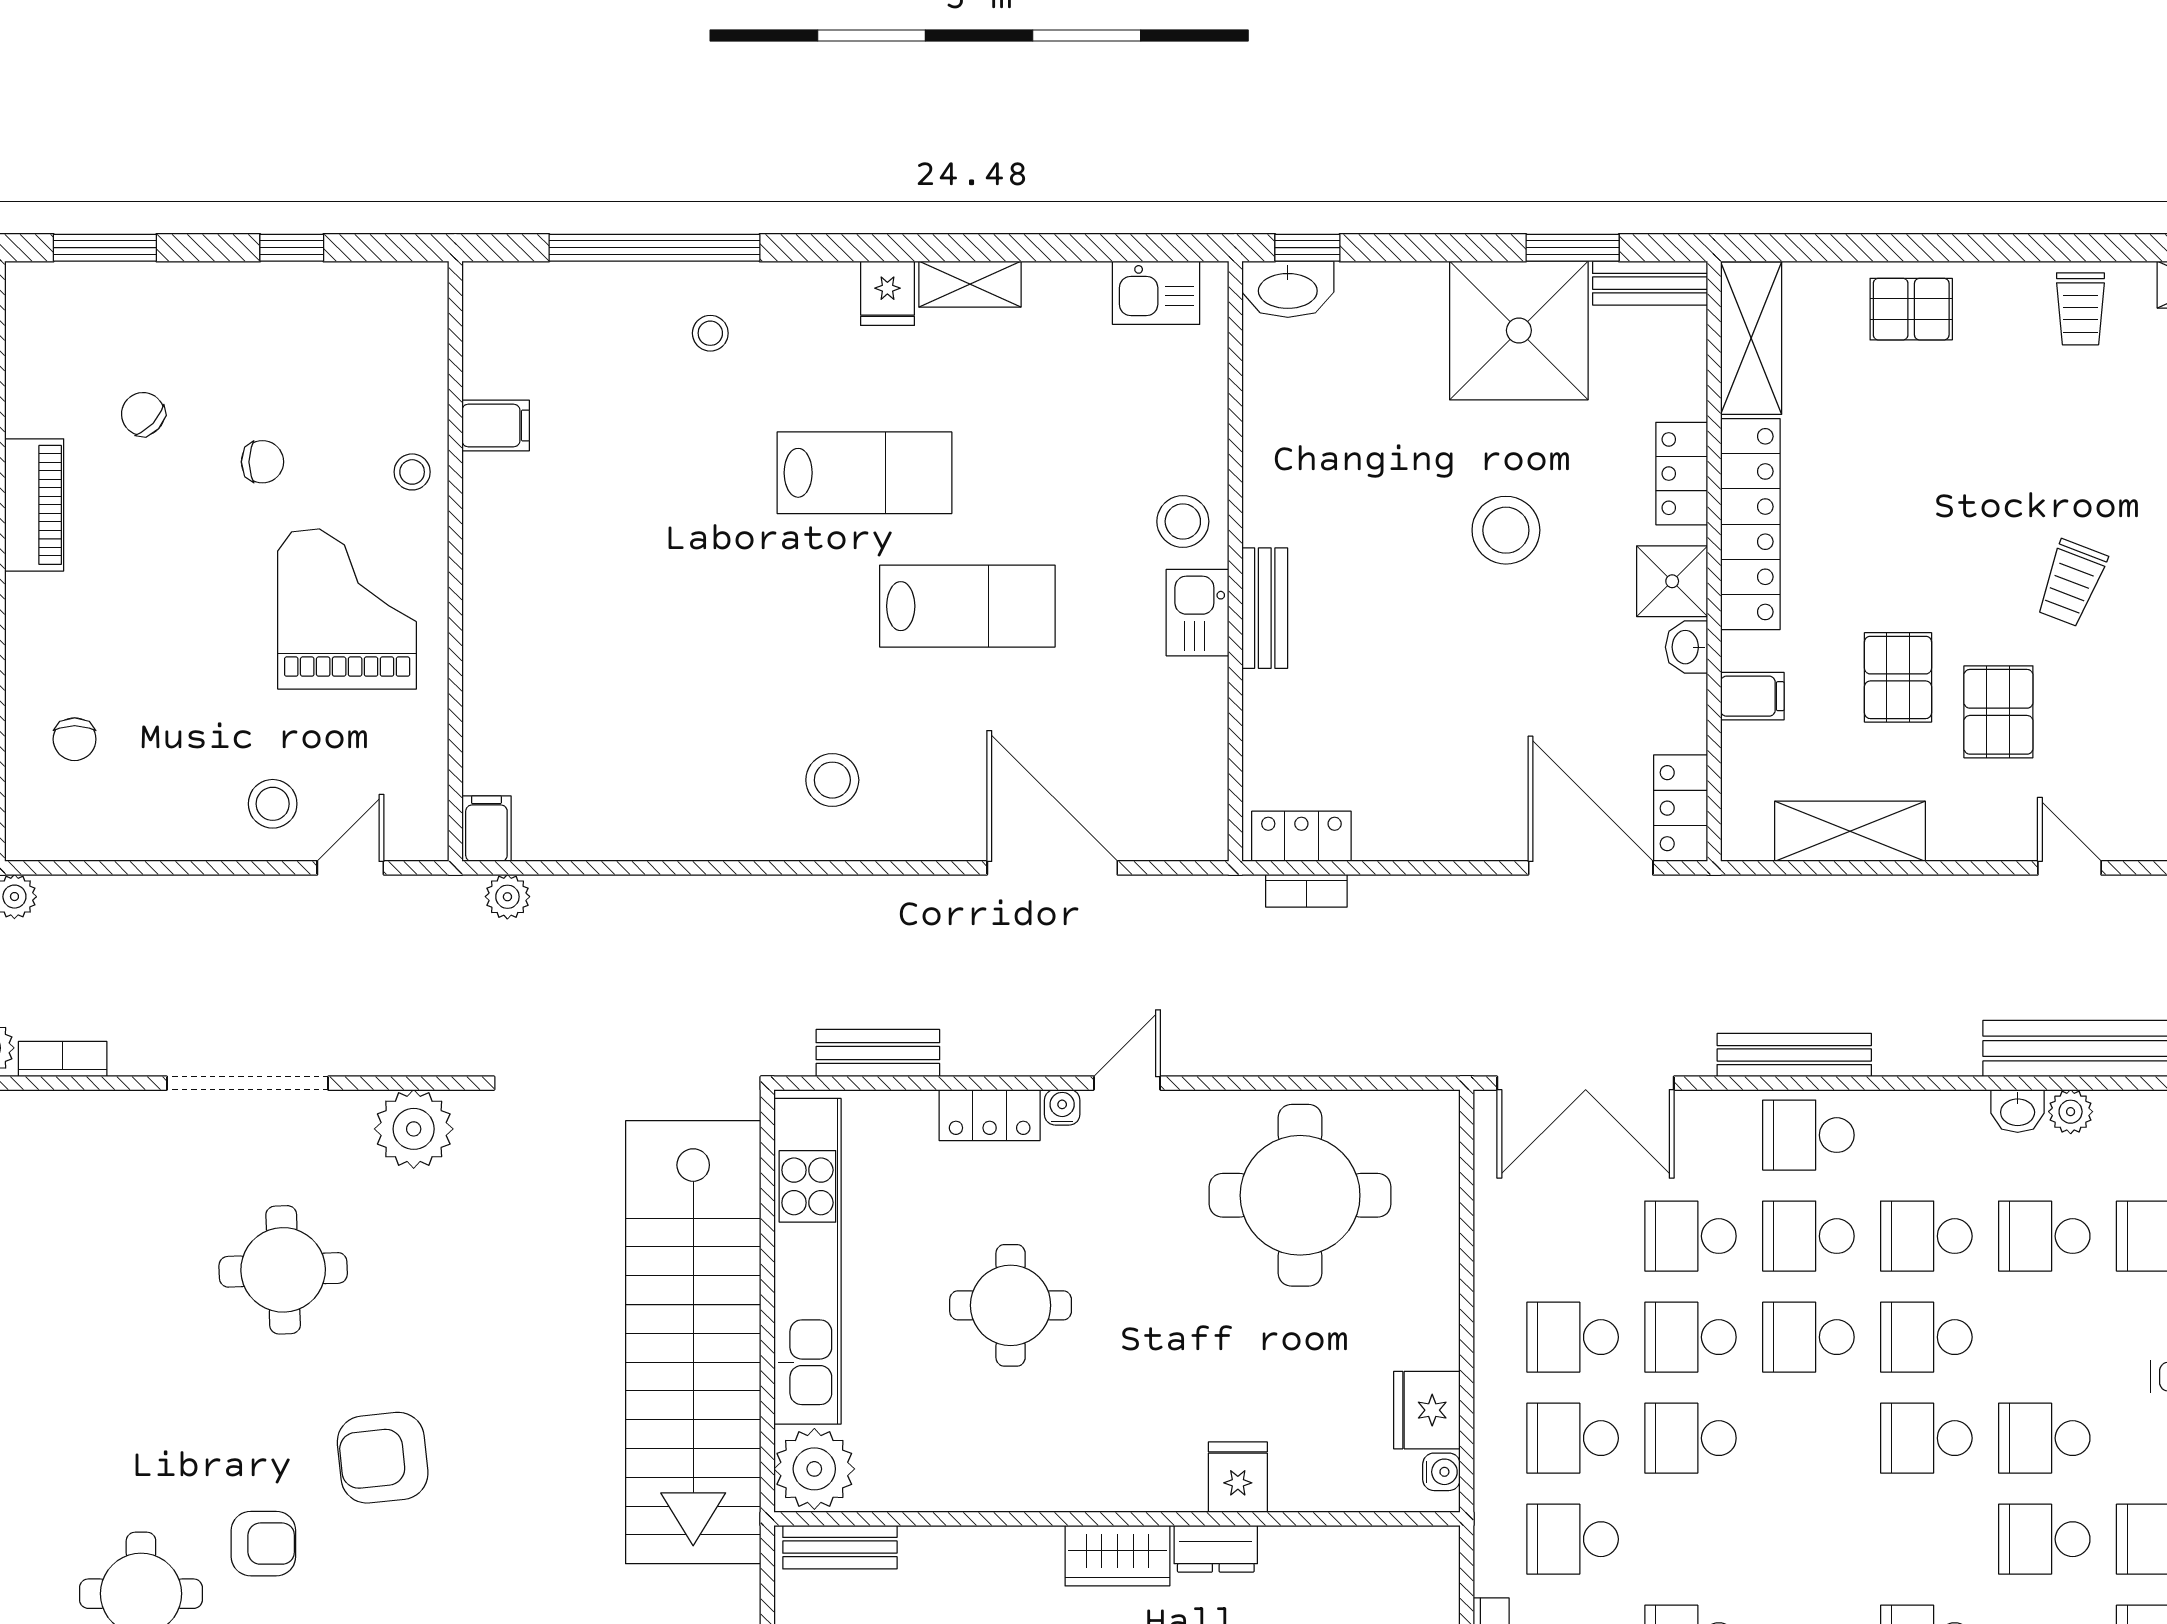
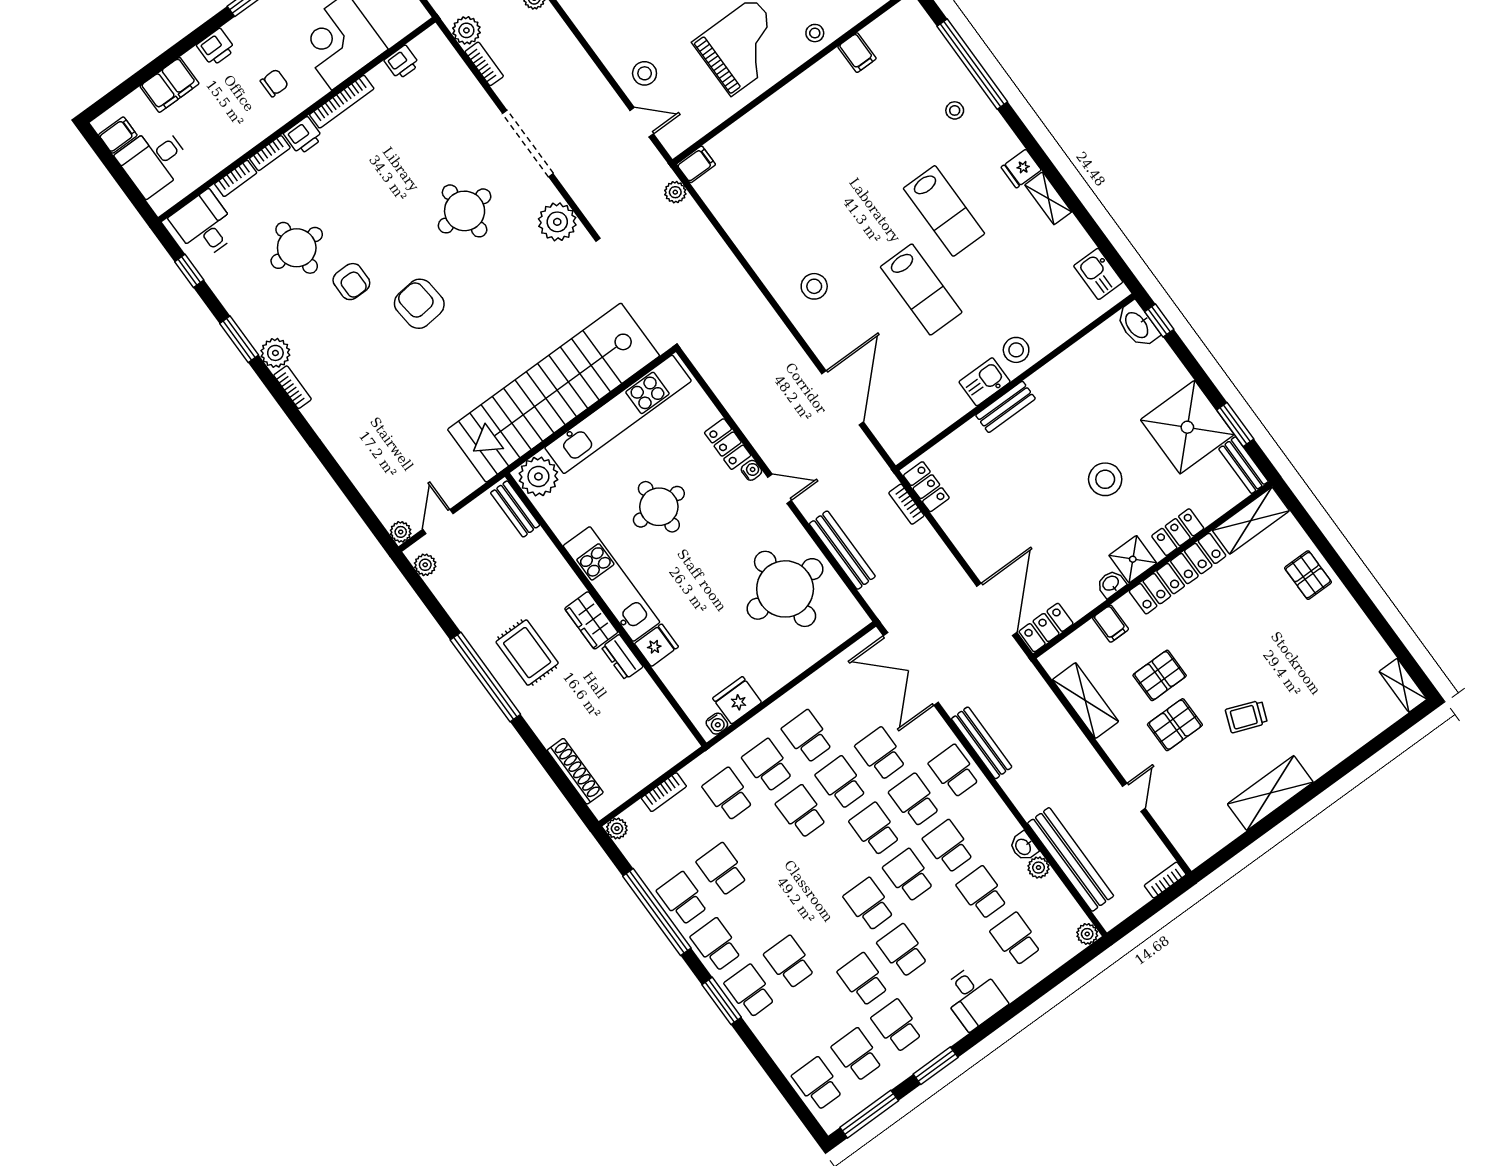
trolley: (2080, 309) -> (1357, 641), removed
bench: (878, 1053) -> (842, 550), moved, width x1.36
kitchen unit: (1082, 1478) -> (611, 584), added

